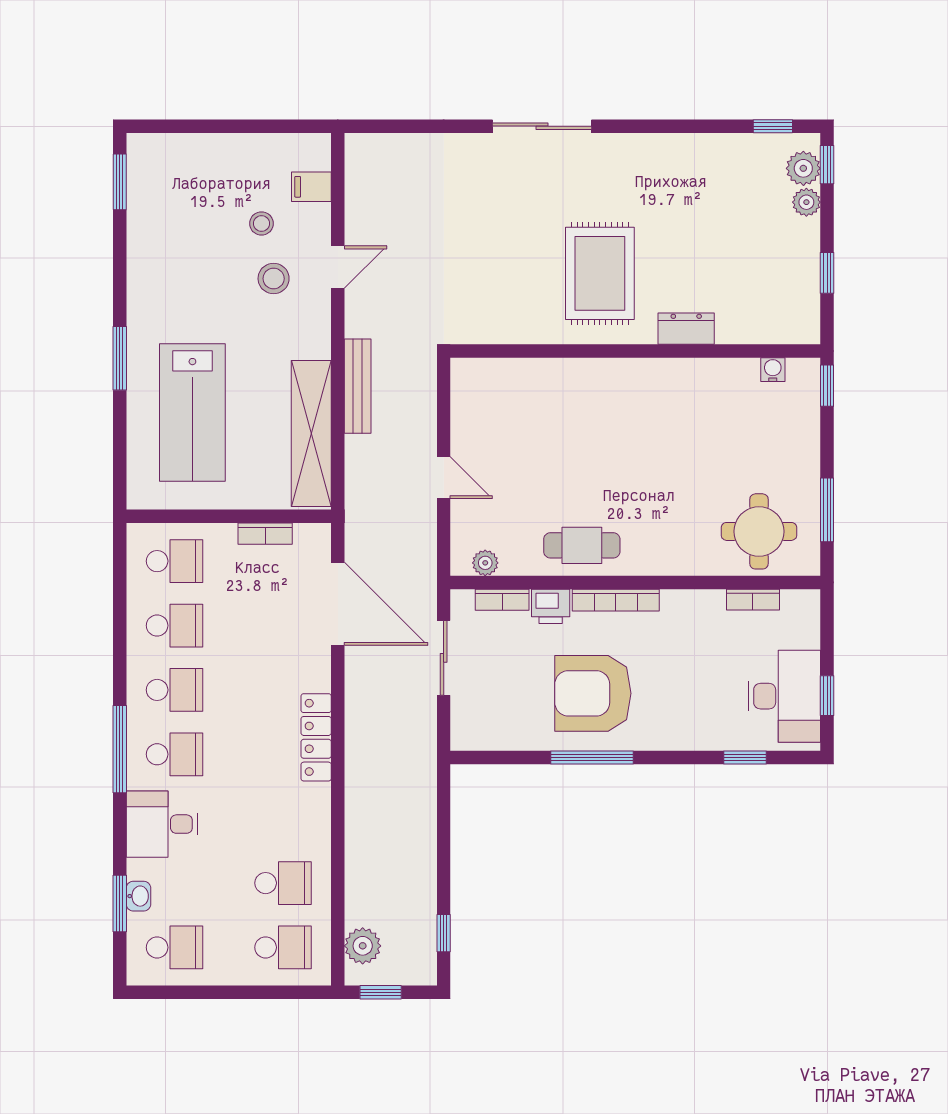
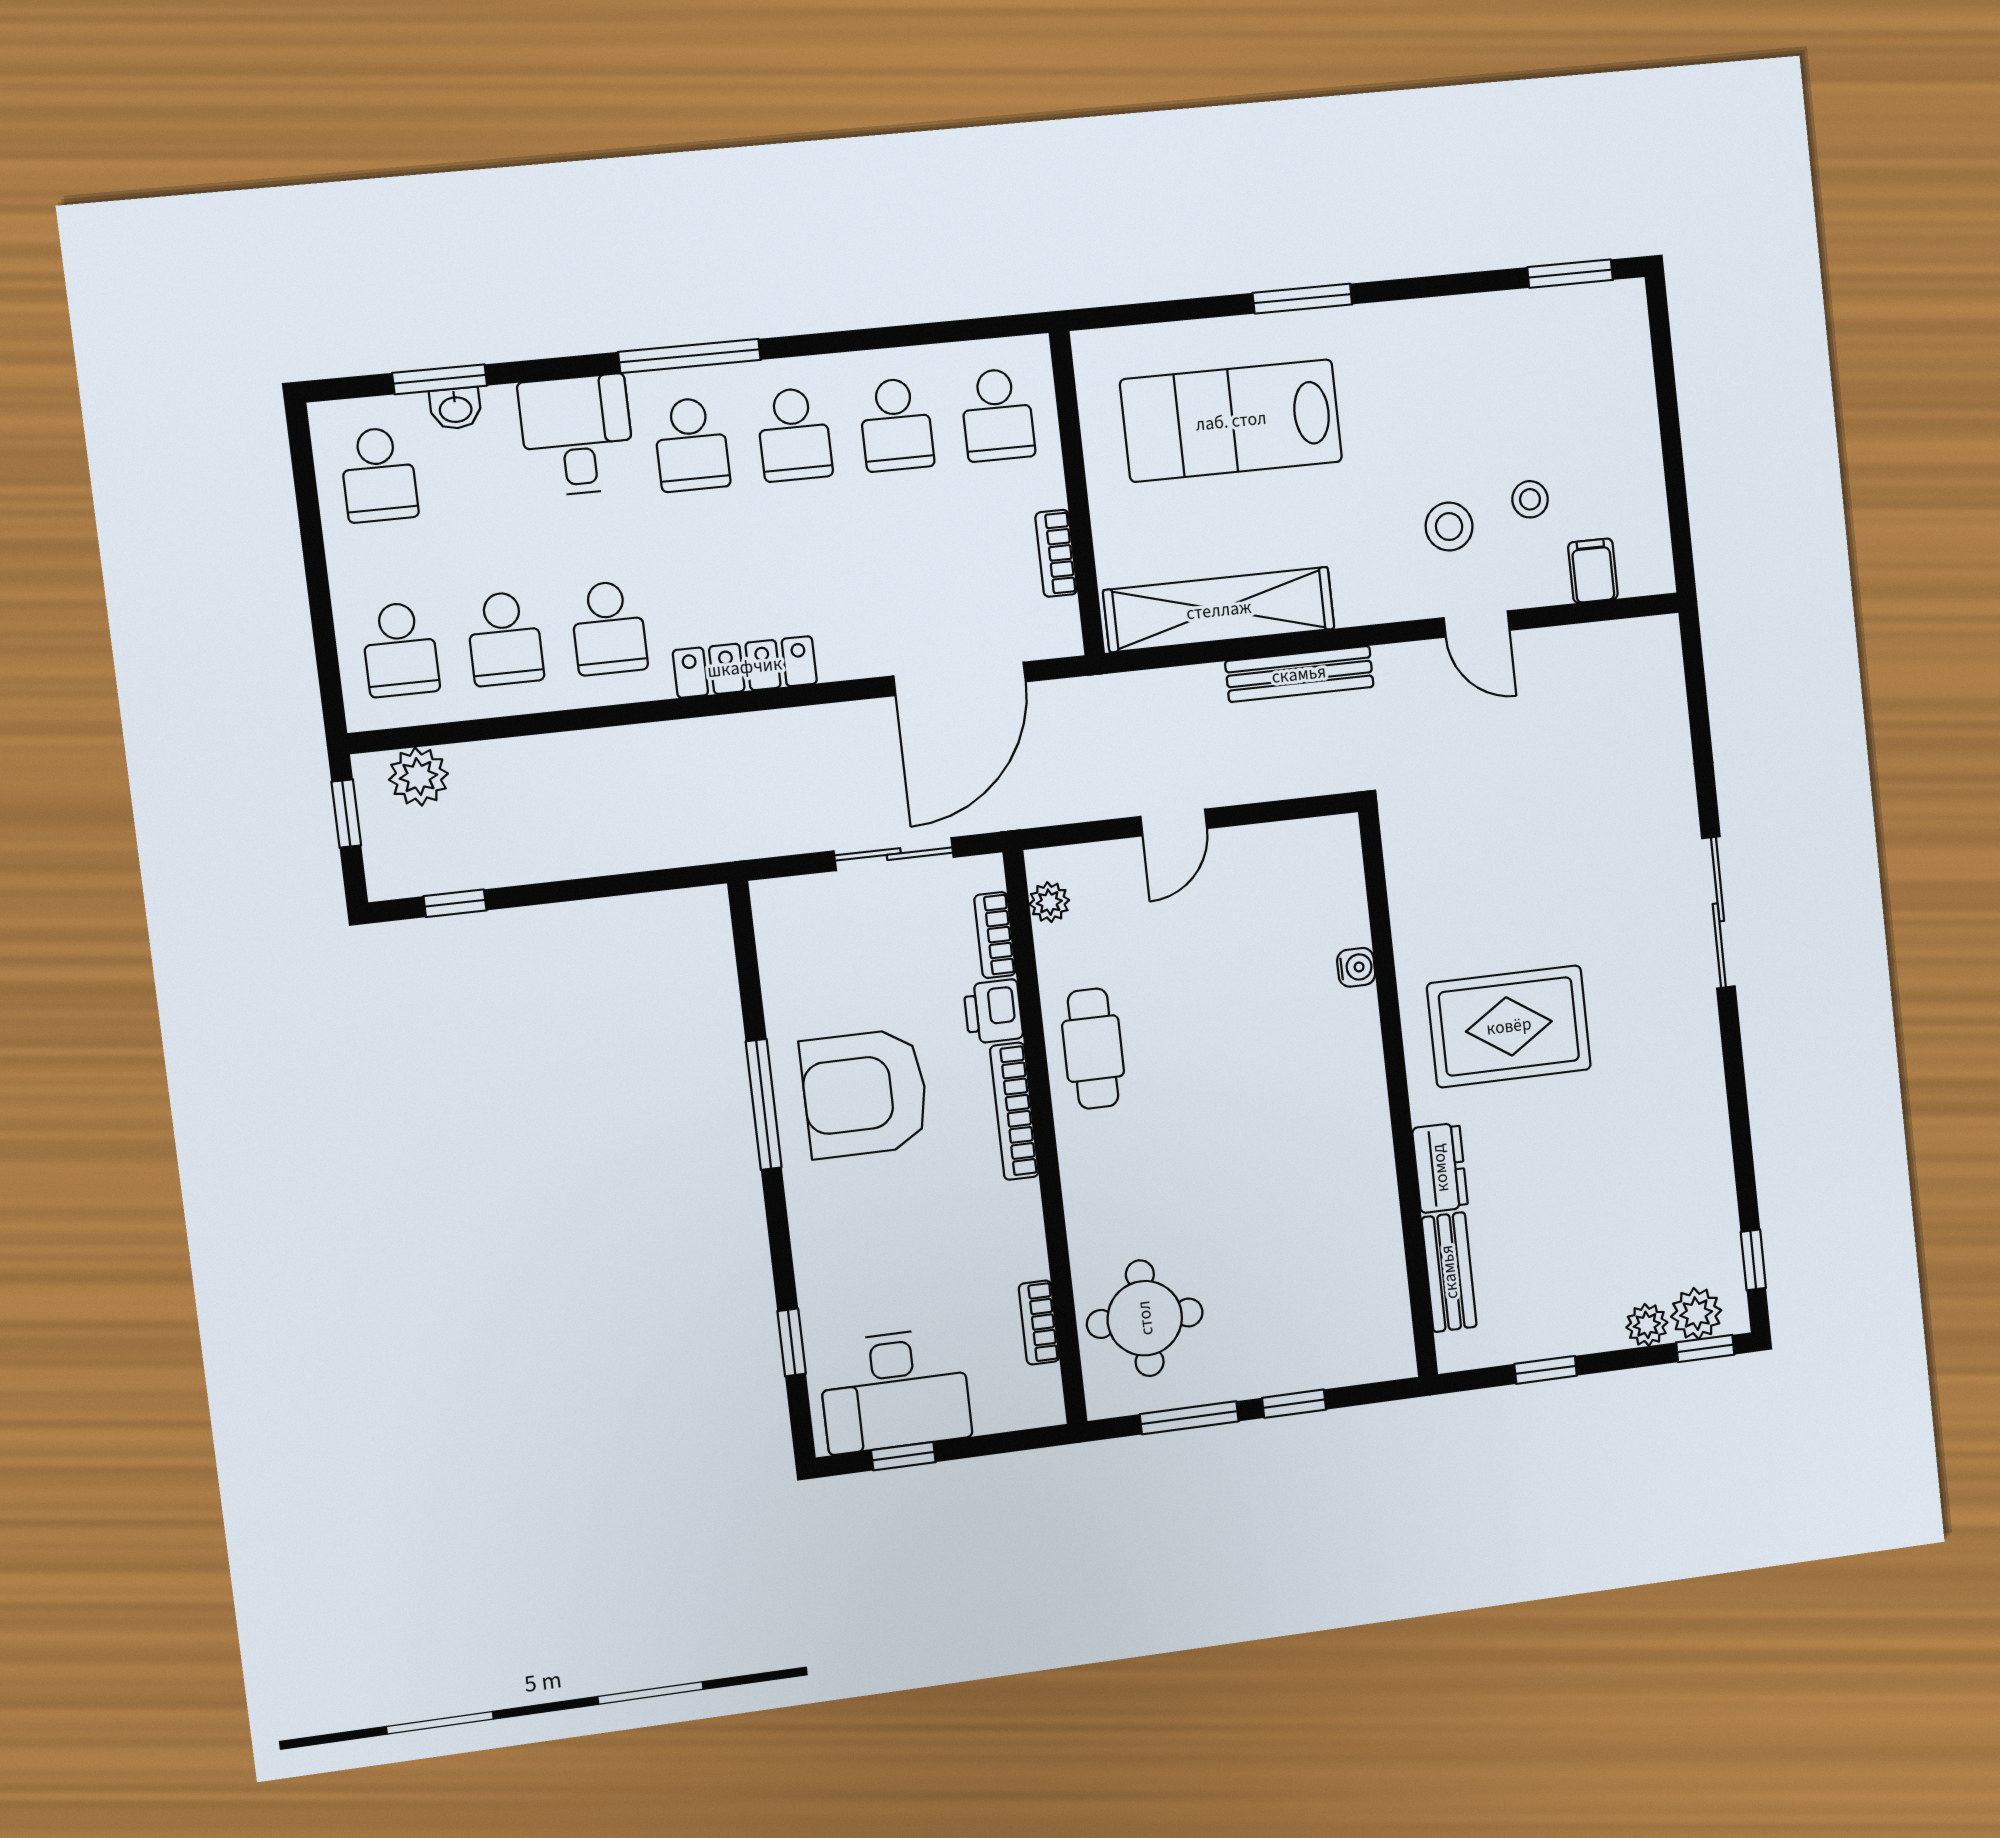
bench: (755, 330) -> (1449, 1272), added
water cooler: (773, 370) -> (1356, 967), moved
window: (827, 386) -> (1294, 1404), moved
armchair: (593, 693) -> (865, 1093), turned -90
school desk: (283, 819) -> (609, 628), added

